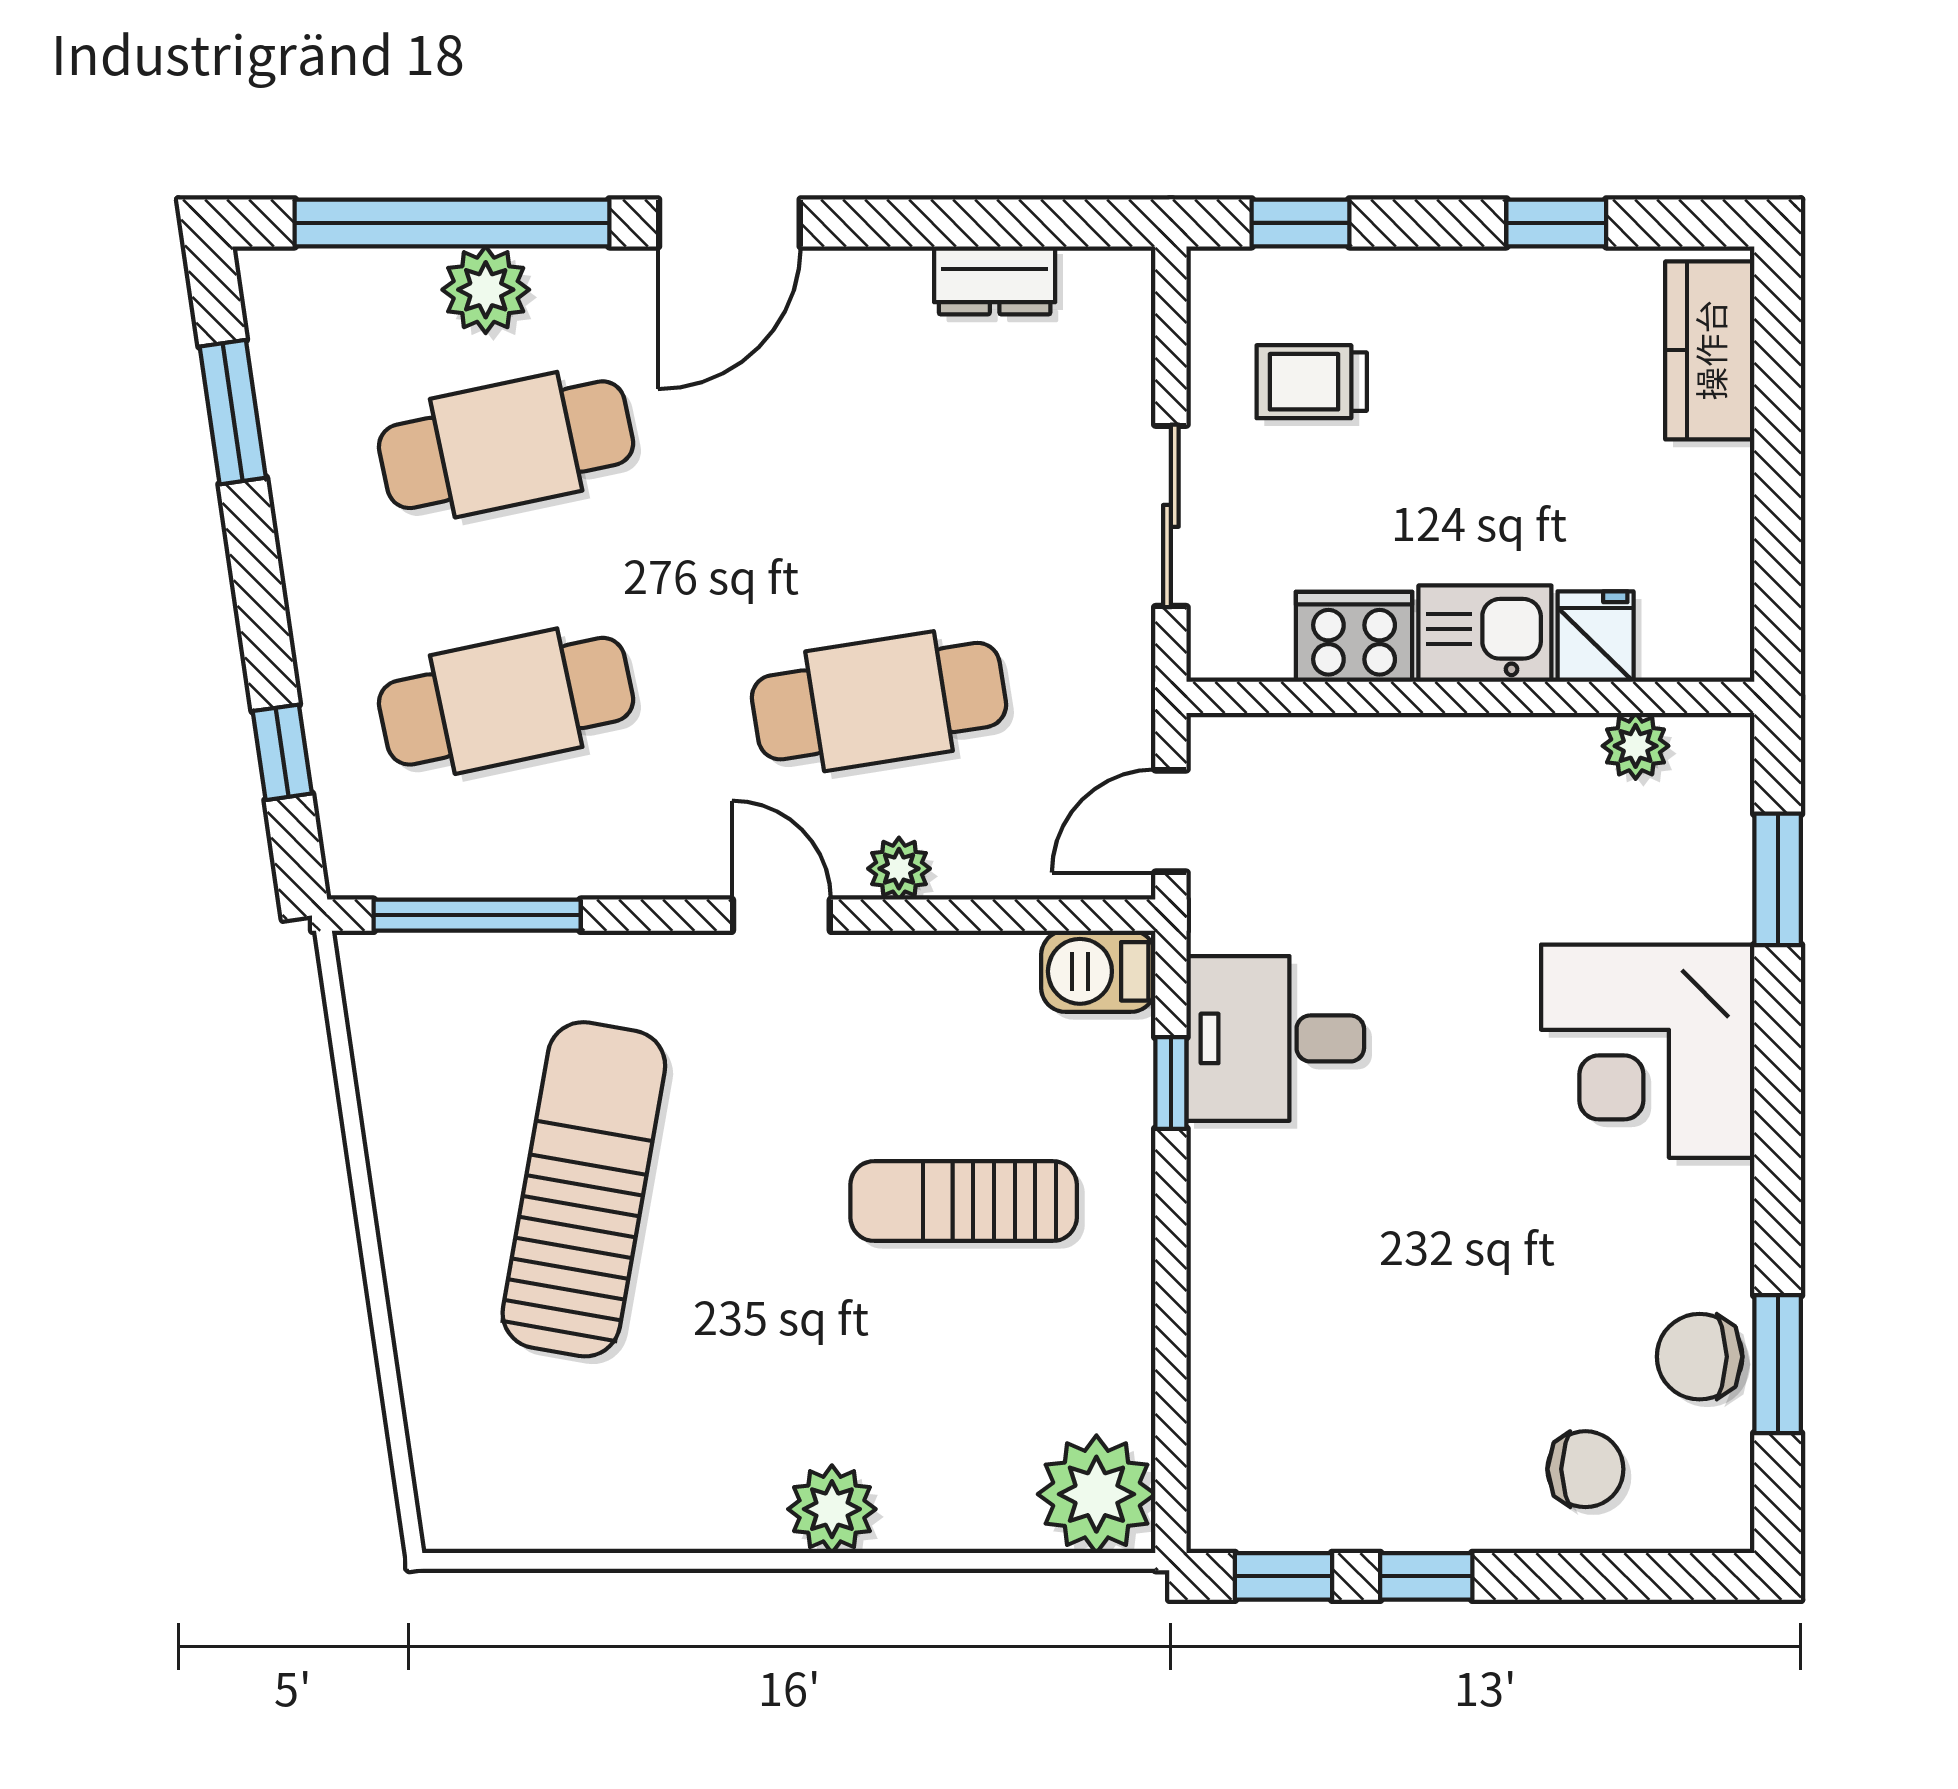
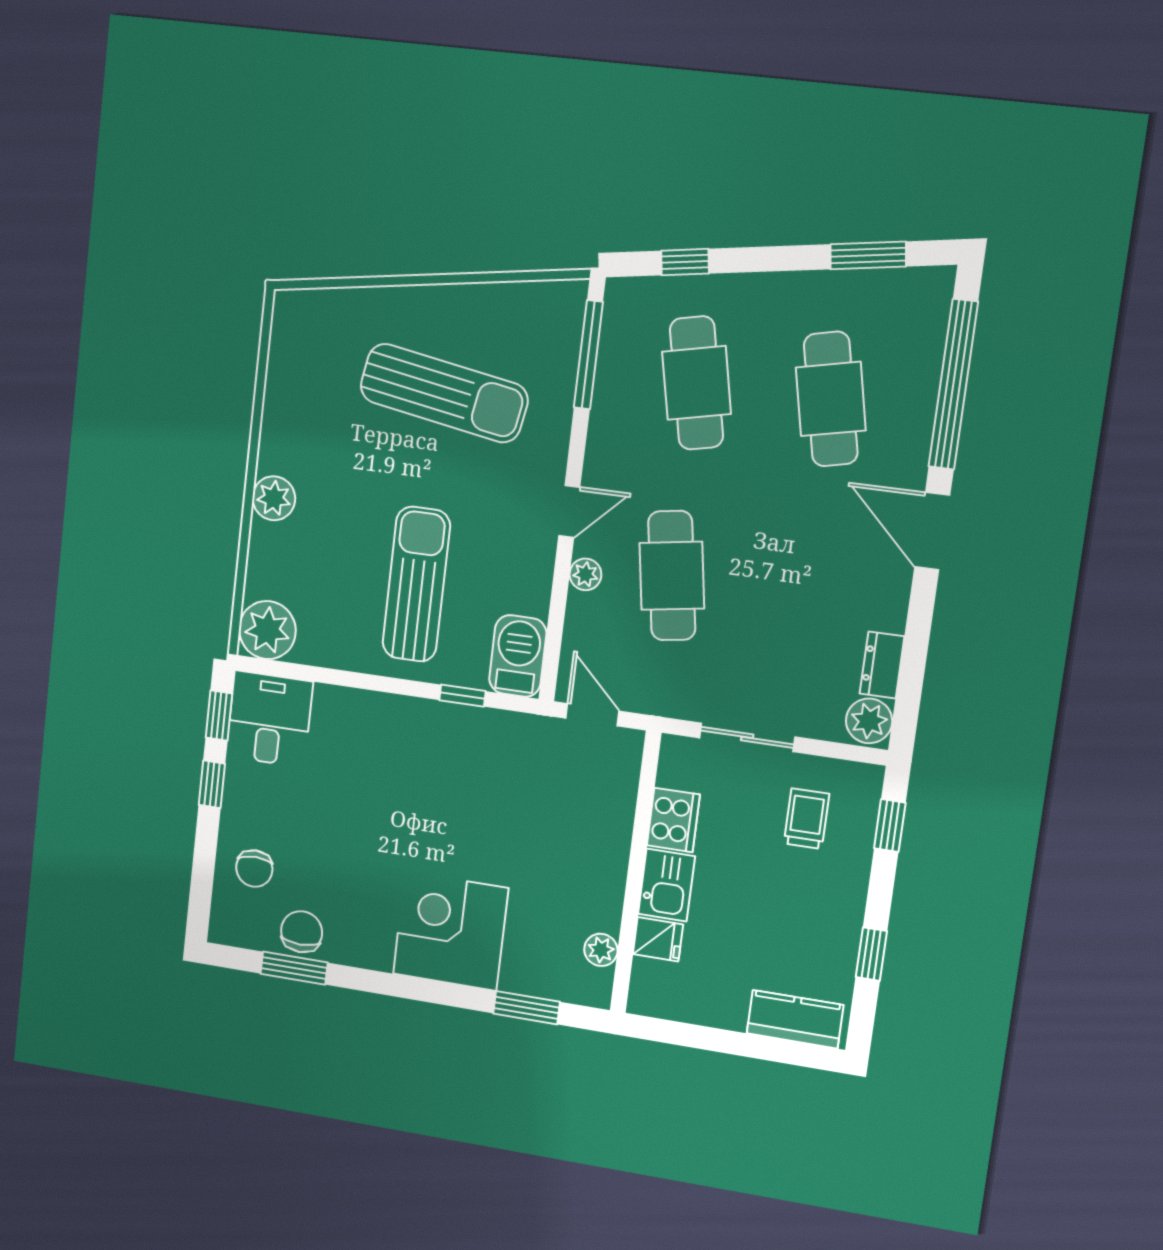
plant: (486, 290) -> (869, 721), moved
barbecue: (1098, 971) -> (518, 656), width x1.38, depth x1.27
desk: (1275, 1038) -> (269, 719), moved
sun lounger: (964, 1201) -> (416, 584), width x1.36, depth x1.34

